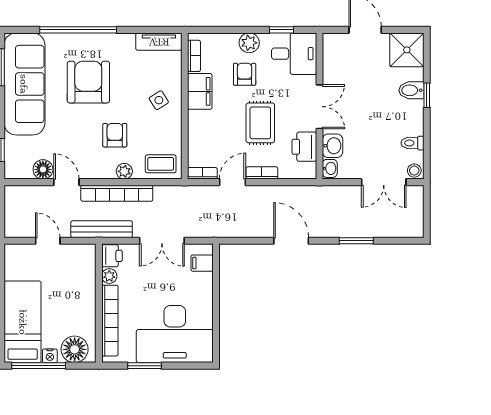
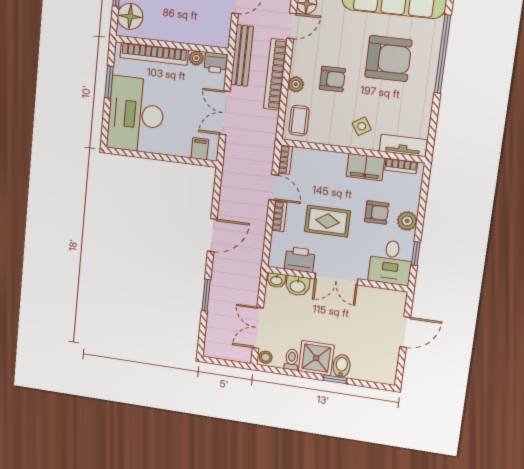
tv unit: (159, 42) -> (403, 145), moved, turned 90
shower: (407, 50) -> (316, 358), moved

